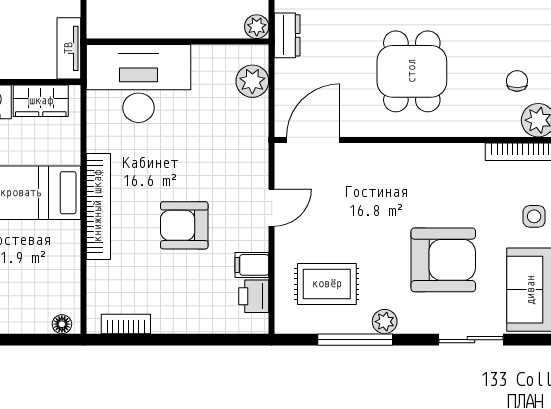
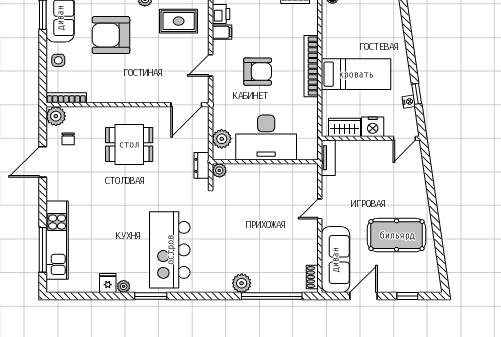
dining table: (412, 71) -> (129, 144), turned 90
desk: (139, 84) -> (266, 137), moved
armchair: (184, 225) -> (258, 72), moved

